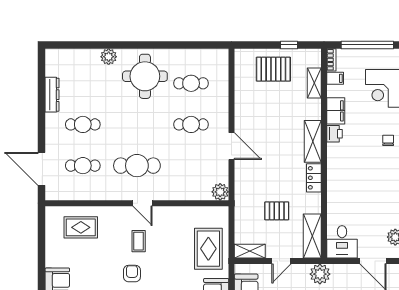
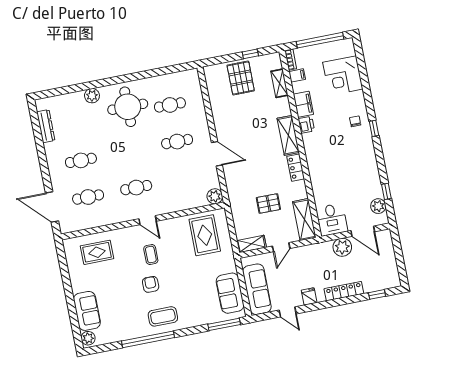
pallet: (273, 69) -> (241, 78), turned 90
dresser: (52, 95) -> (46, 126), moved
cafe table: (137, 166) -> (136, 188), width x0.73, depth x0.74
rug: (208, 249) -> (205, 235), moved
plant: (320, 274) -> (342, 247), moved

